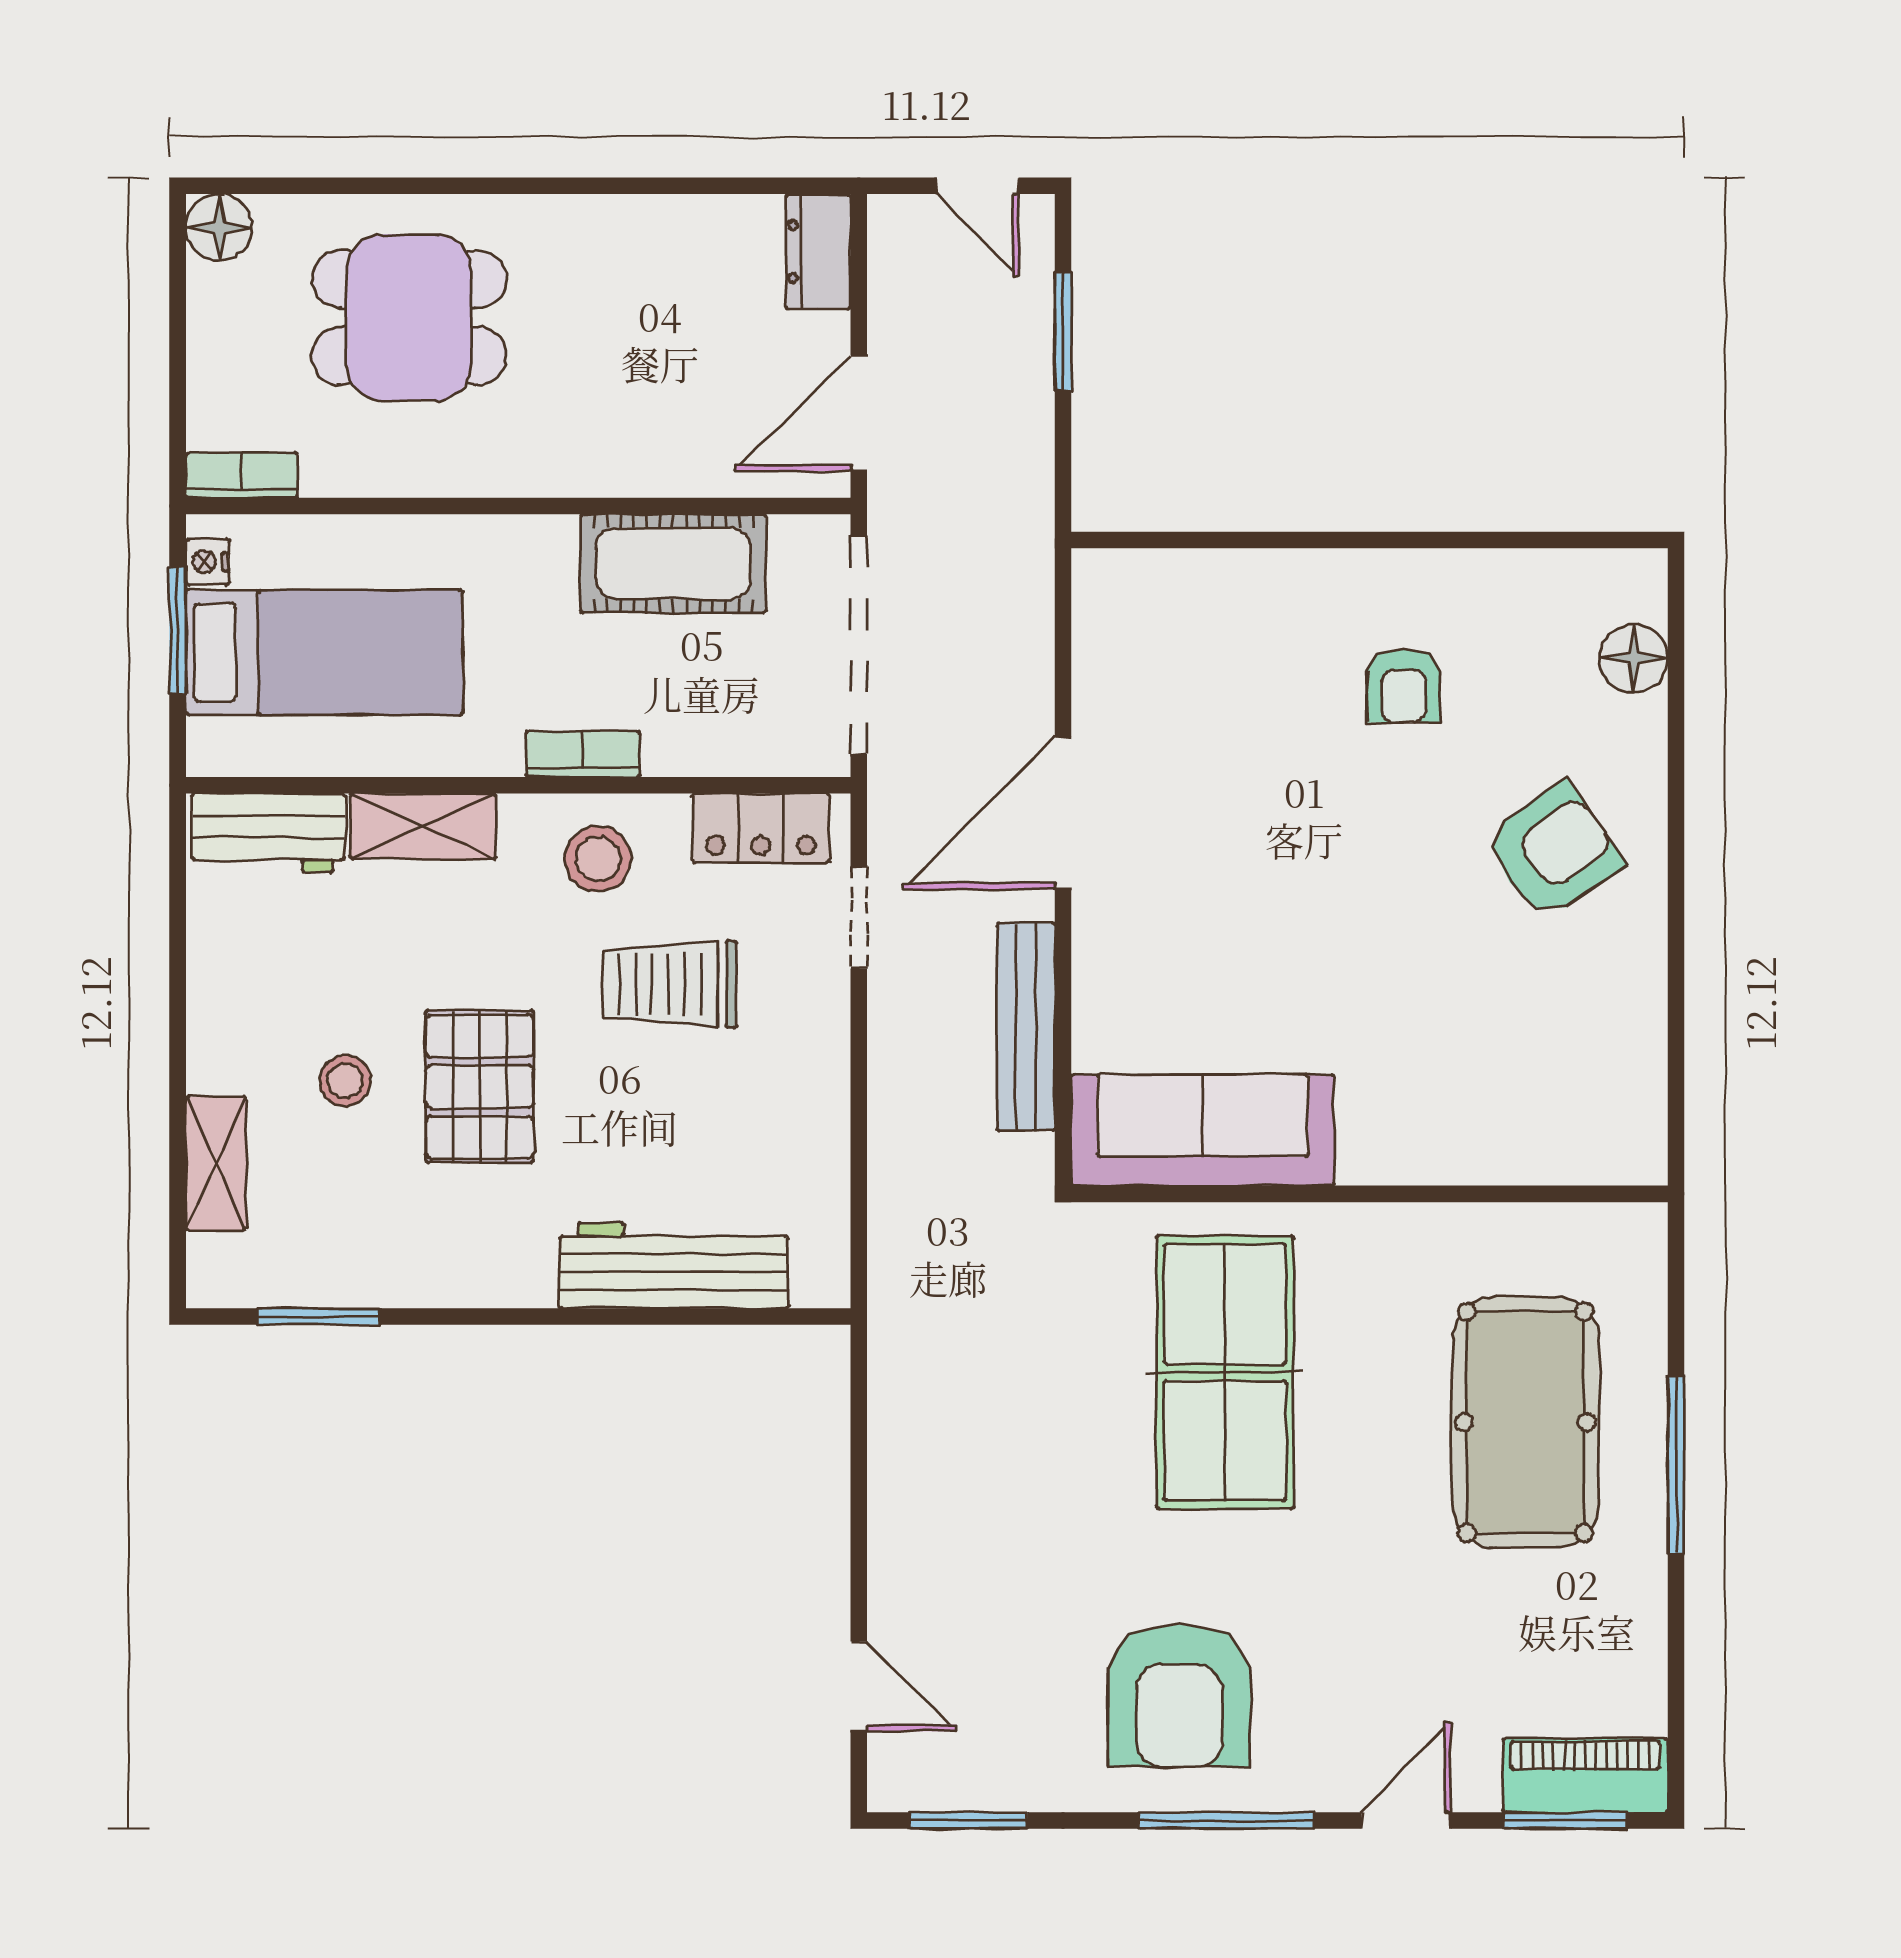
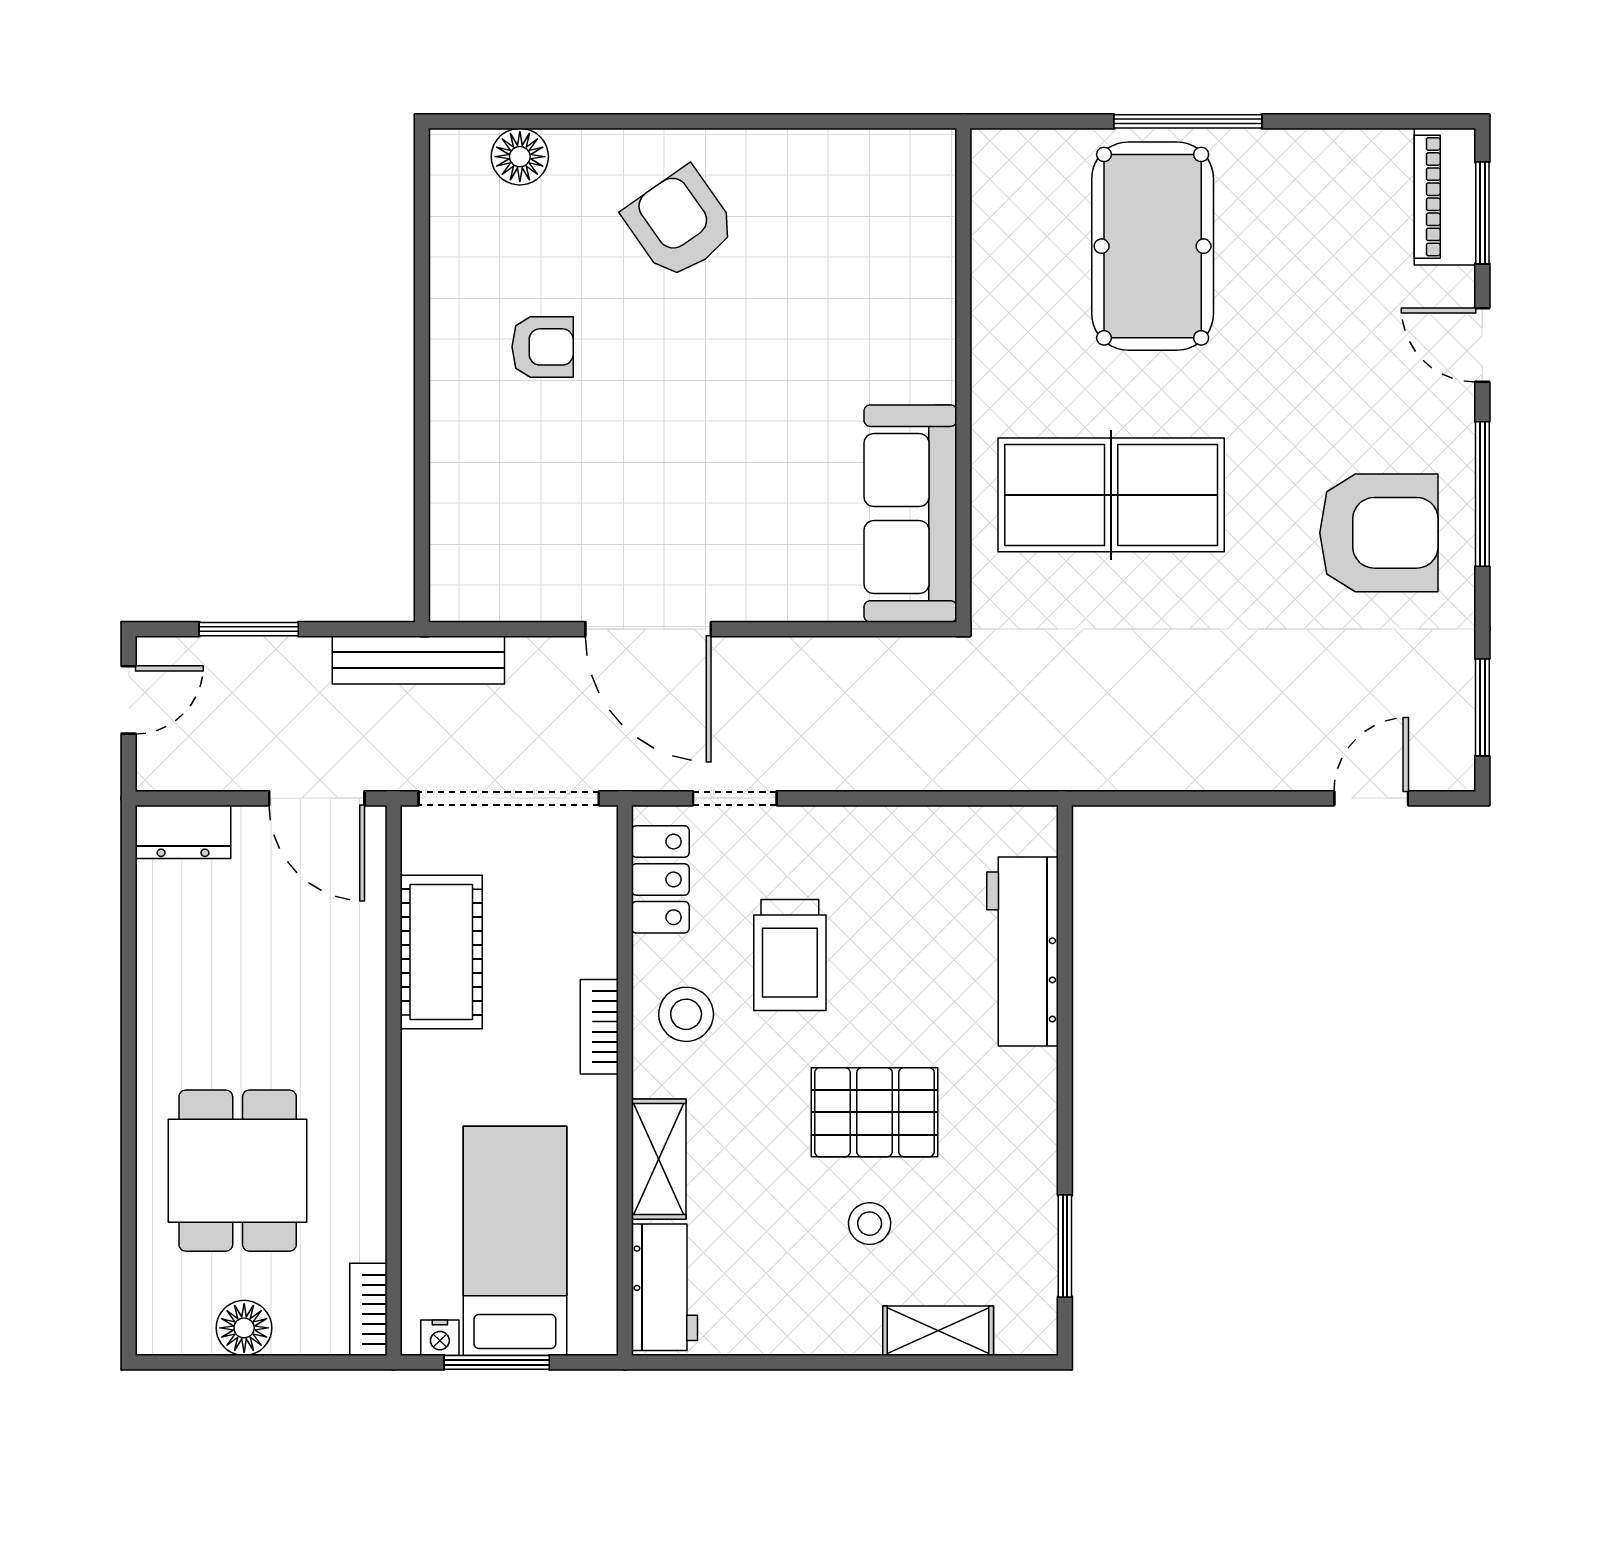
floor lamp: (219, 227) -> (244, 1328), moved
bench: (1026, 1027) -> (418, 660), moved
pool table: (1525, 1422) -> (1153, 246), turned 90

